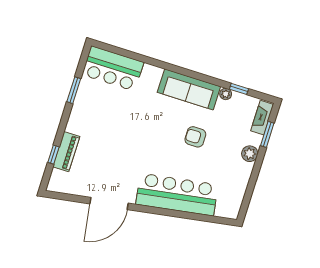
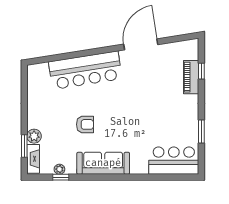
plant: (226, 94) -> (59, 169), moved
plant: (250, 154) -> (34, 136), moved

